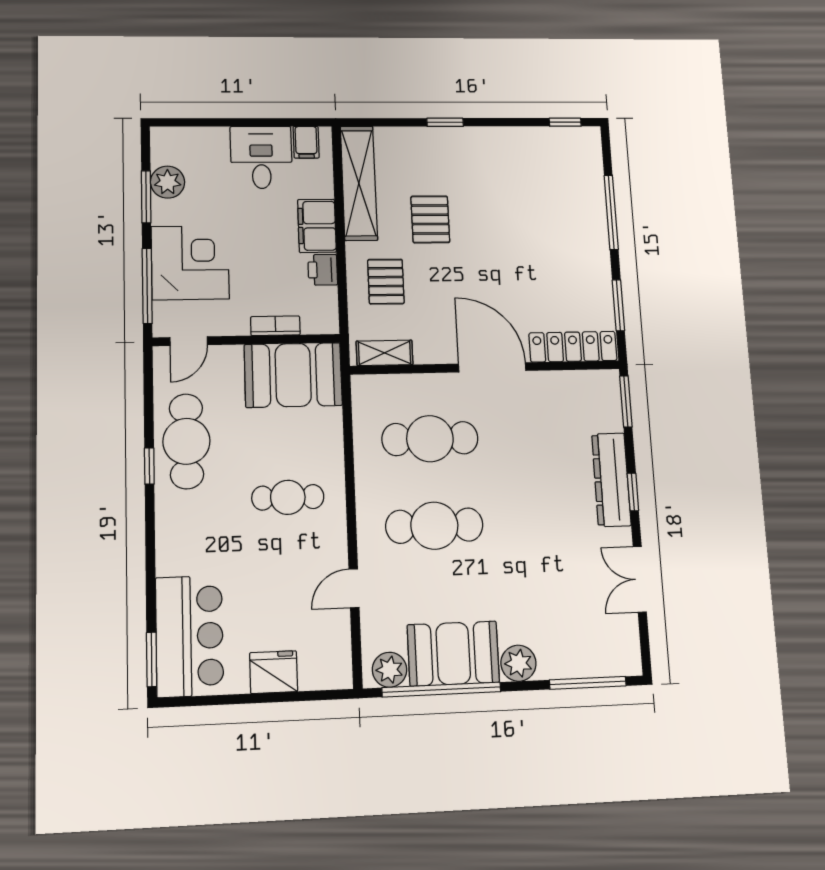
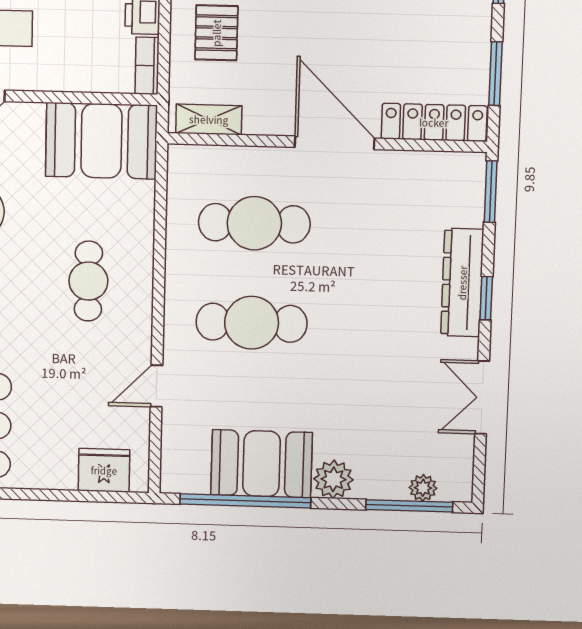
bookcase: (275, 326) -> (147, 66), moved, turned -90
cafe table: (288, 497) -> (88, 281), turned 90
plant: (389, 670) -> (423, 488), moved, width x0.73, depth x0.73
fridge: (274, 672) -> (104, 470), moved

